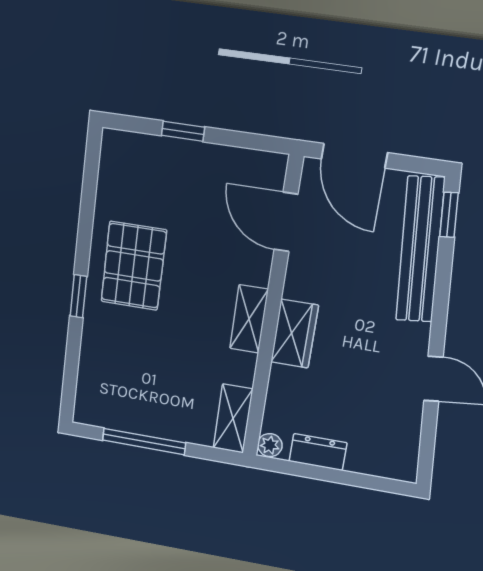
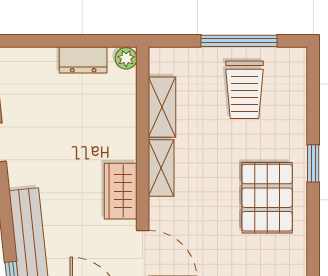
wardrobe: (294, 334) -> (121, 191), moved
trolley: (144, 389) -> (245, 90), added
shelving: (233, 419) -> (162, 107), moved

